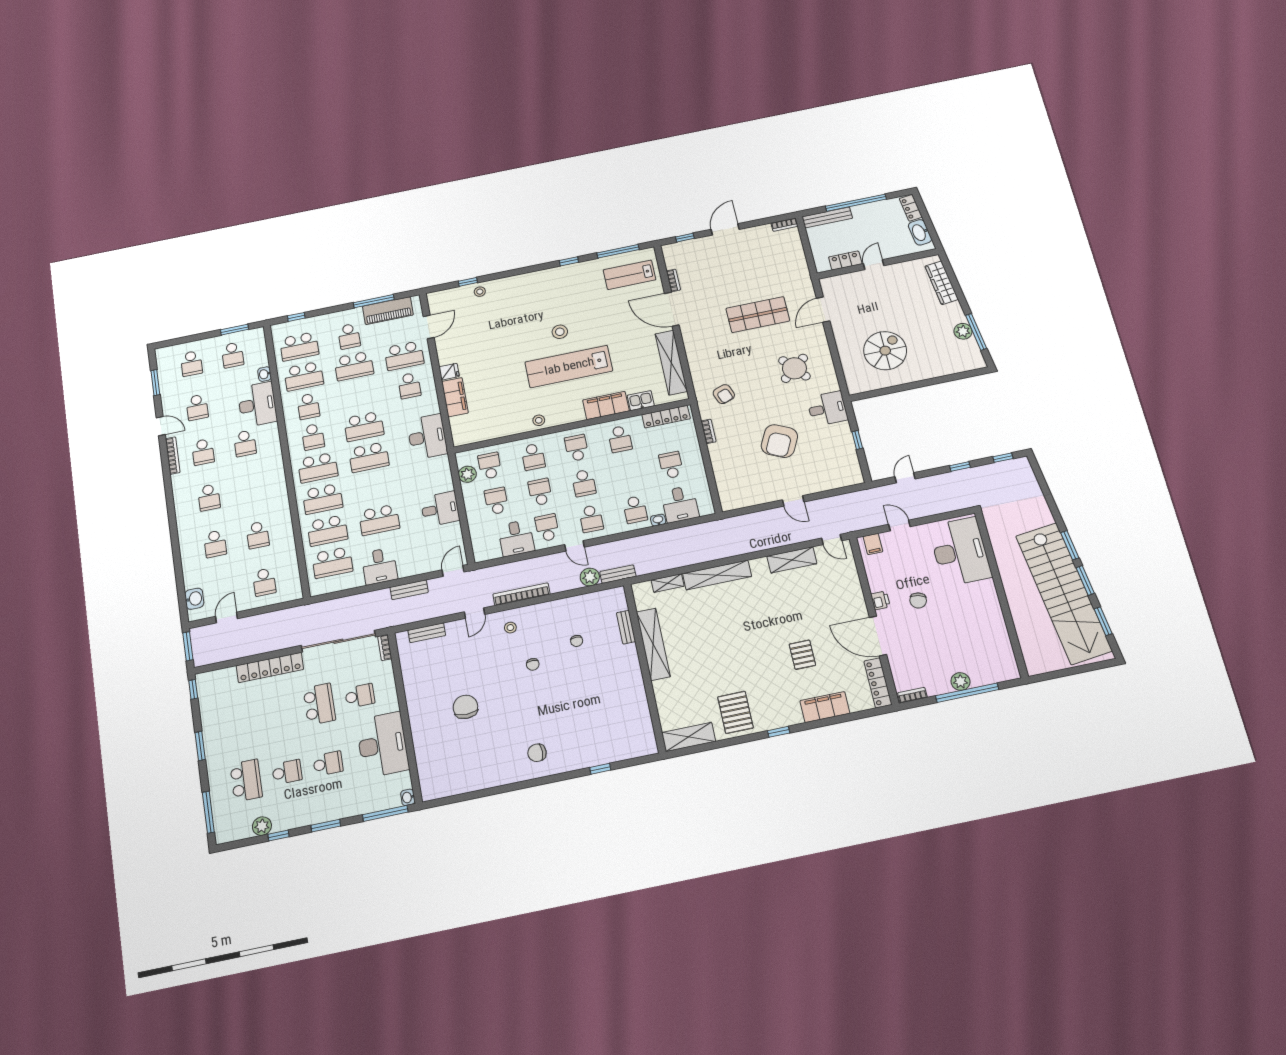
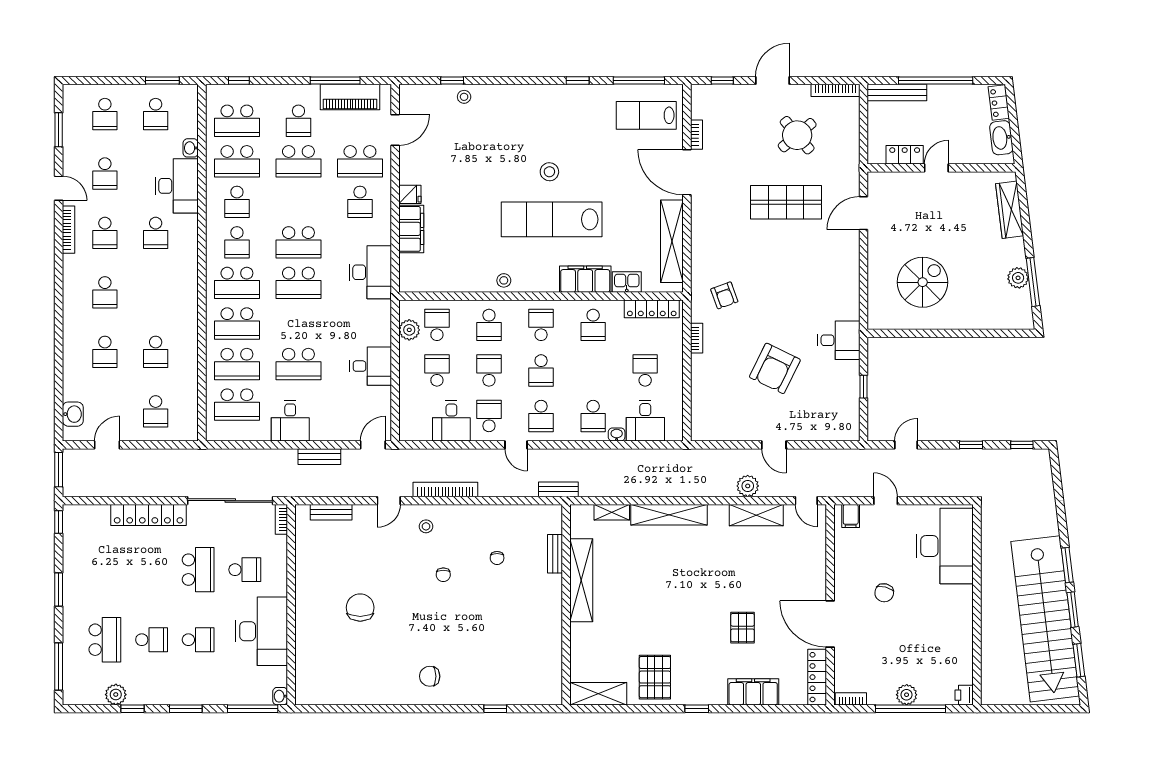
bookcase: (785, 225) -> (836, 90), width x1.56
round table: (794, 368) -> (797, 135), moved
plant: (590, 577) -> (748, 486), moved
printer: (880, 600) -> (964, 695), moved, turned 180

